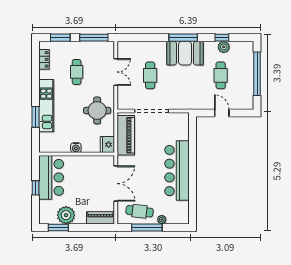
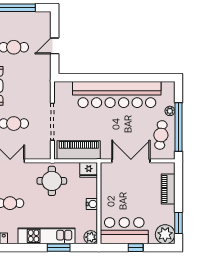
plant: (45, 146) -> (91, 237), added
bar counter: (177, 171) -> (117, 94), width x1.36
plant: (66, 215) -> (165, 234), moved
piano: (100, 218) -> (168, 189), moved
window: (147, 227) -> (178, 127), width x1.46

